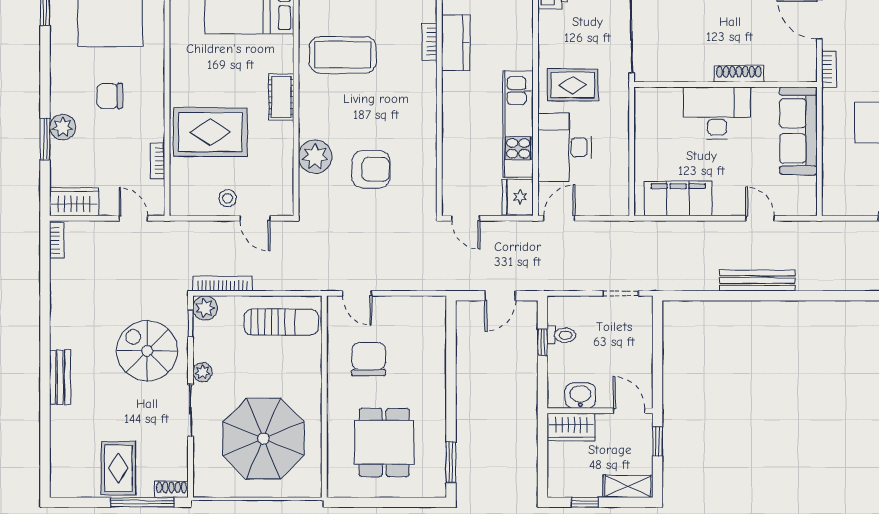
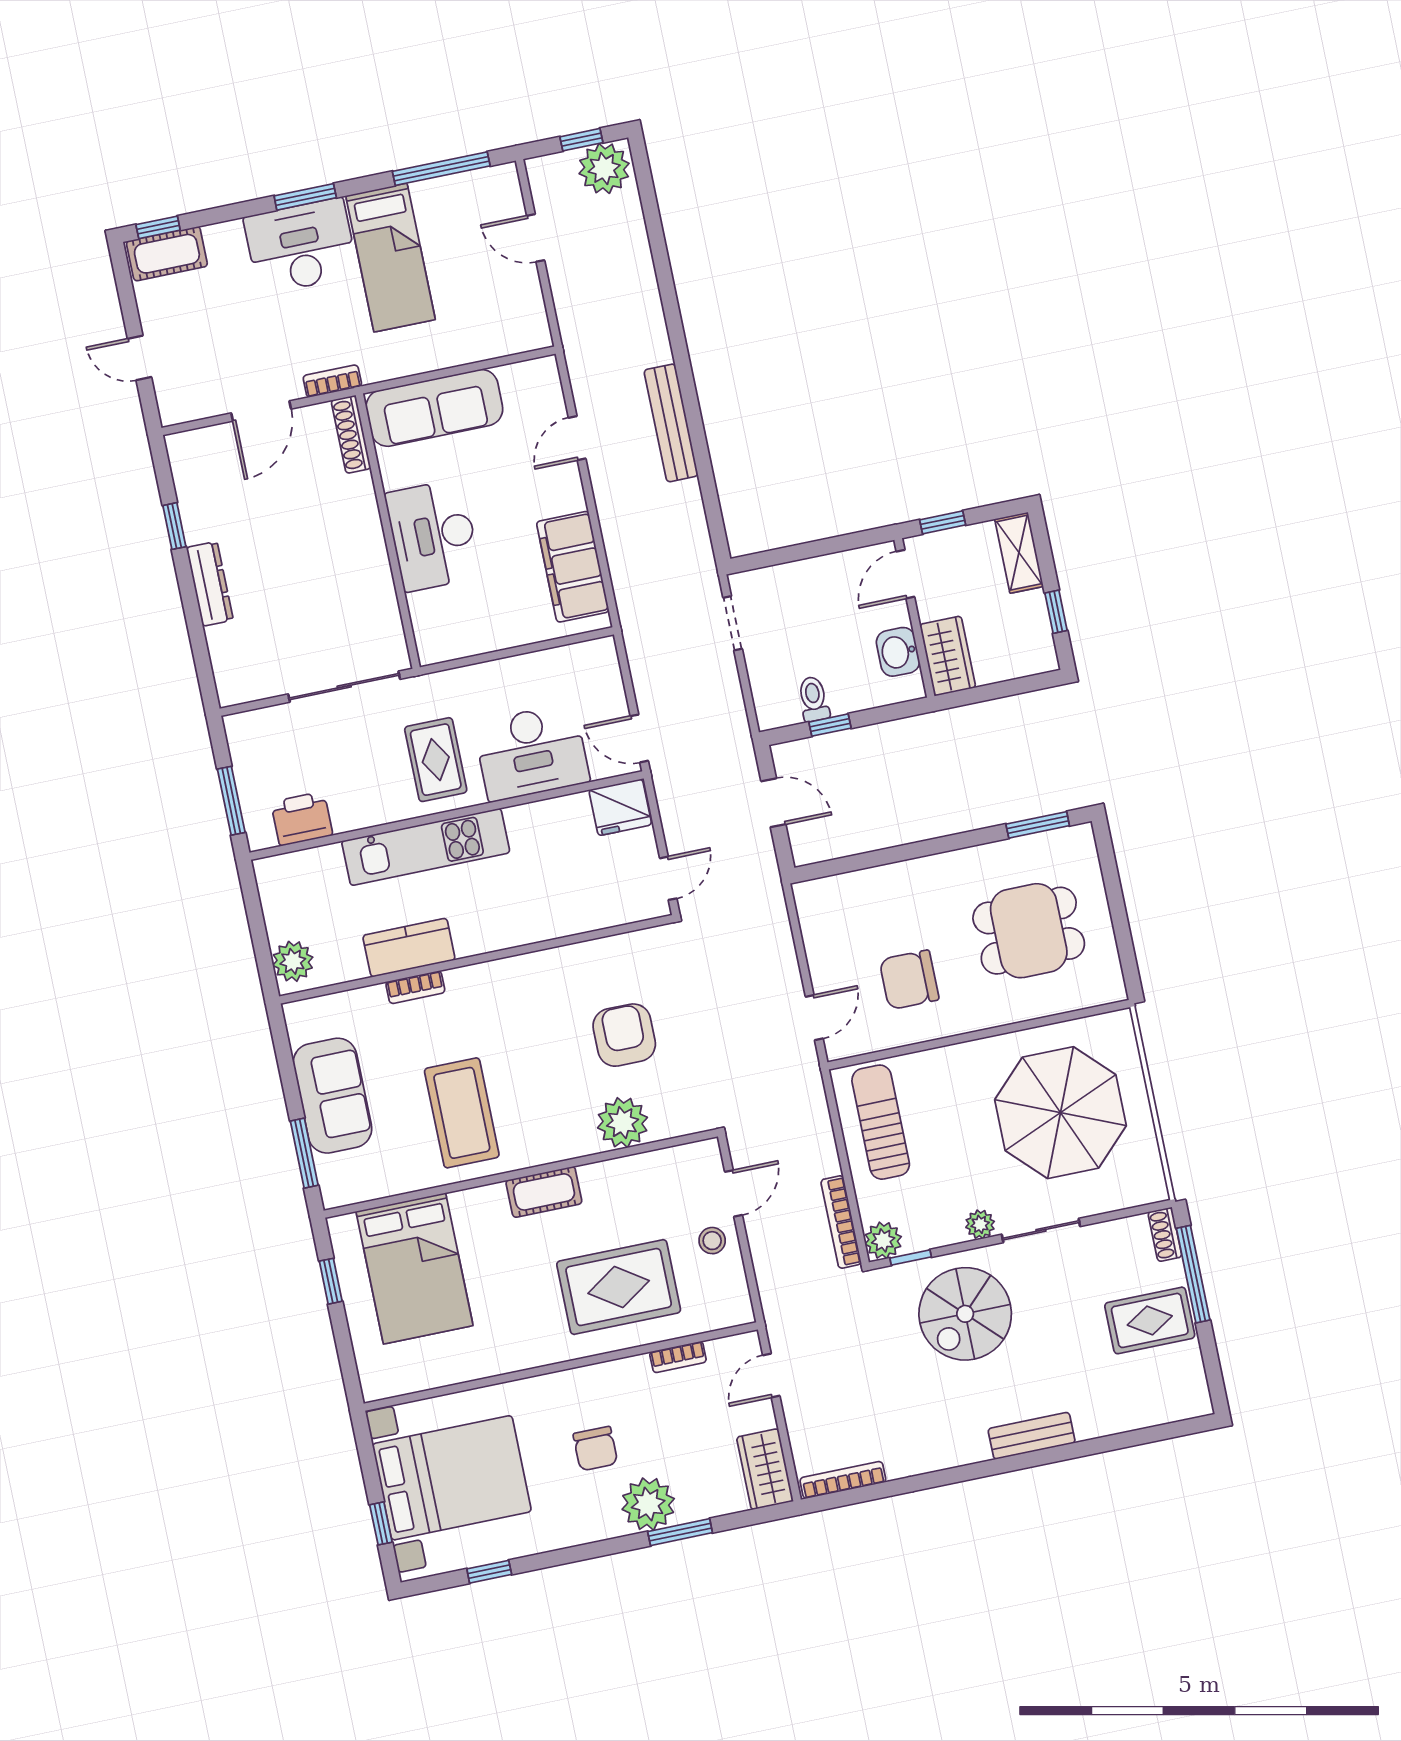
shoe rack: (739, 74) -> (351, 434), moved
kitchen unit: (518, 124) -> (426, 847), moved
plant: (63, 127) -> (648, 1504), width x1.36, depth x1.36
rug: (210, 132) -> (619, 1287), turned 90
bookcase: (57, 240) -> (843, 1480), width x1.56

